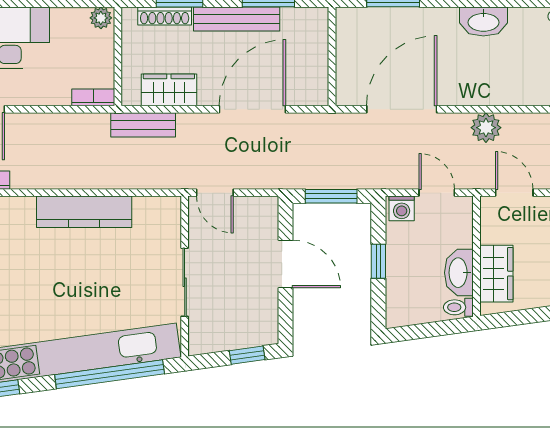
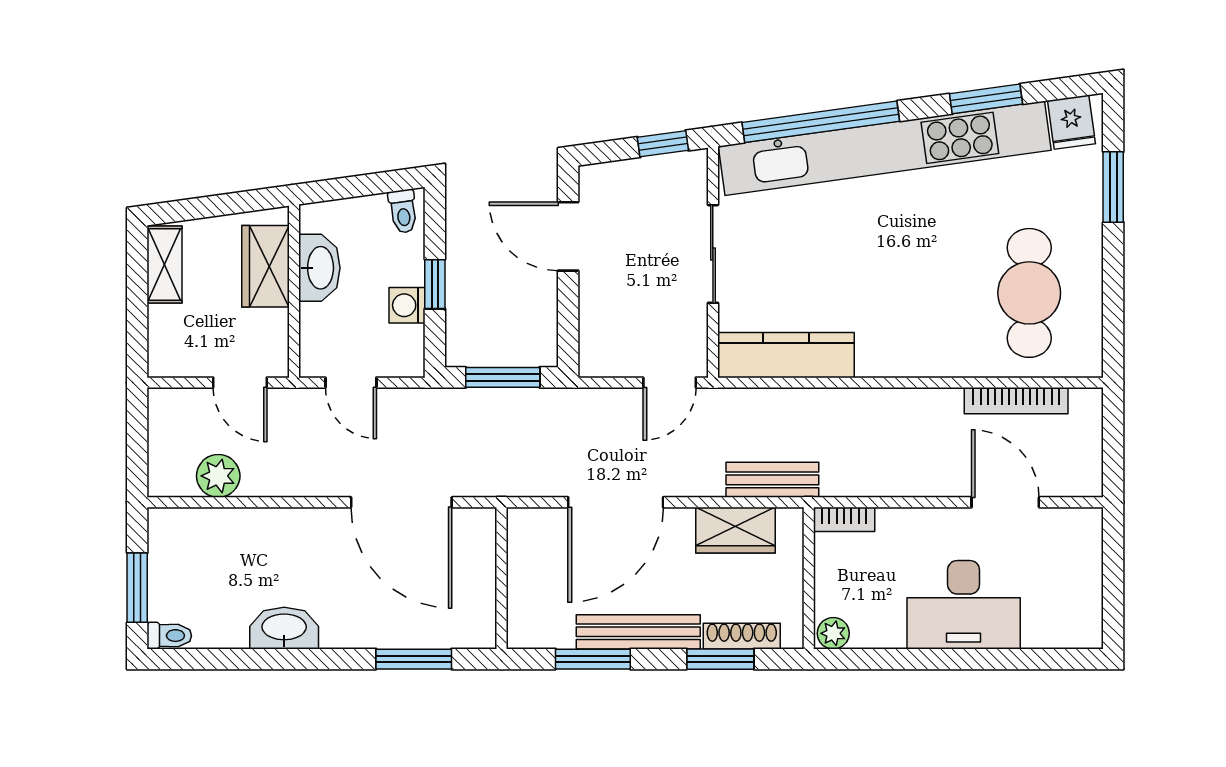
door: (402, 109) -> (401, 502), hinge flipped
plant: (486, 128) -> (218, 476), moved
door: (215, 193) -> (670, 383), swing flipped
washing machine: (402, 208) -> (407, 305), moved, turned -90
kitchen counter: (84, 212) -> (786, 355), moved
door: (286, 264) -> (568, 236), moved
toilet: (458, 307) -> (403, 211), moved, turned 82
window: (247, 355) -> (663, 144), moved

